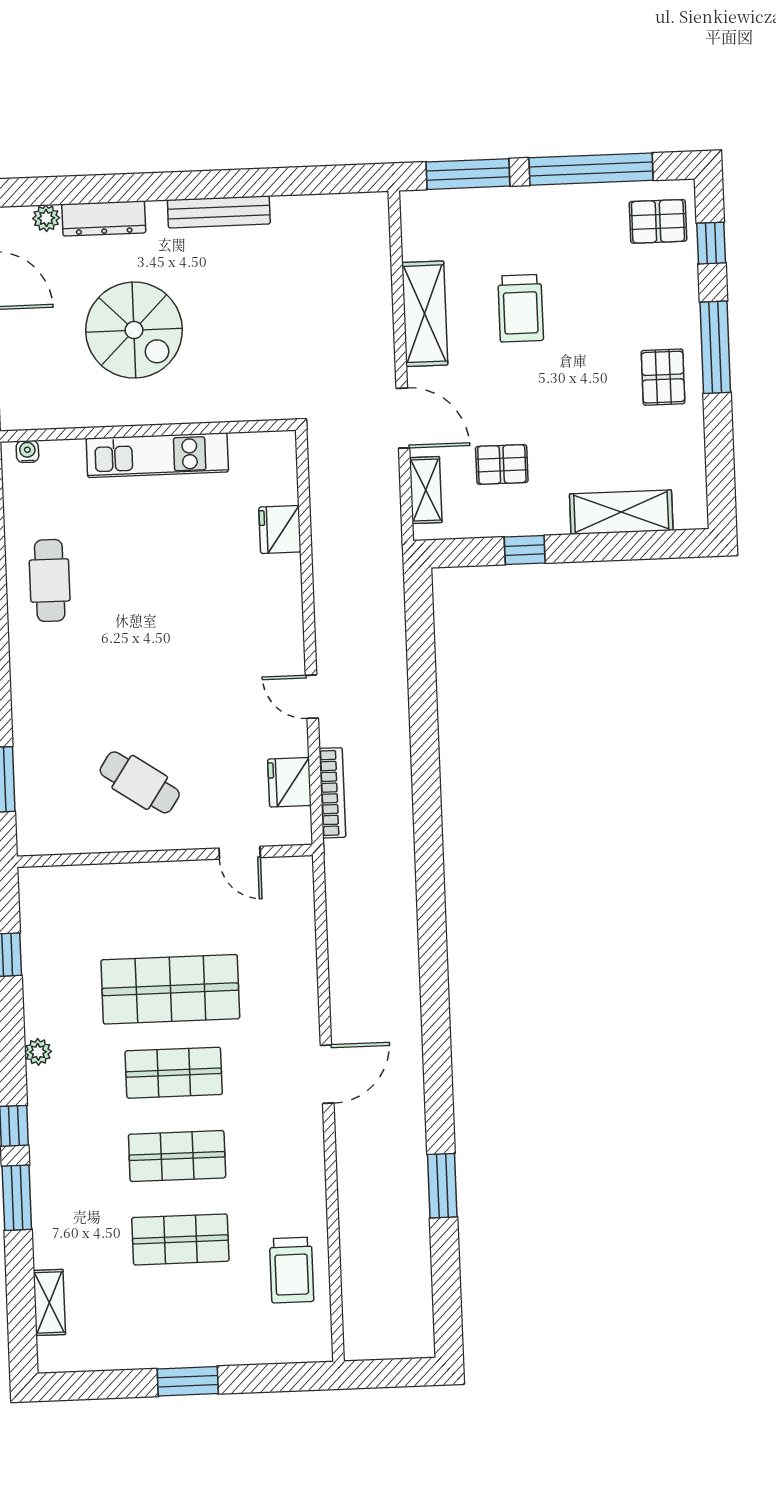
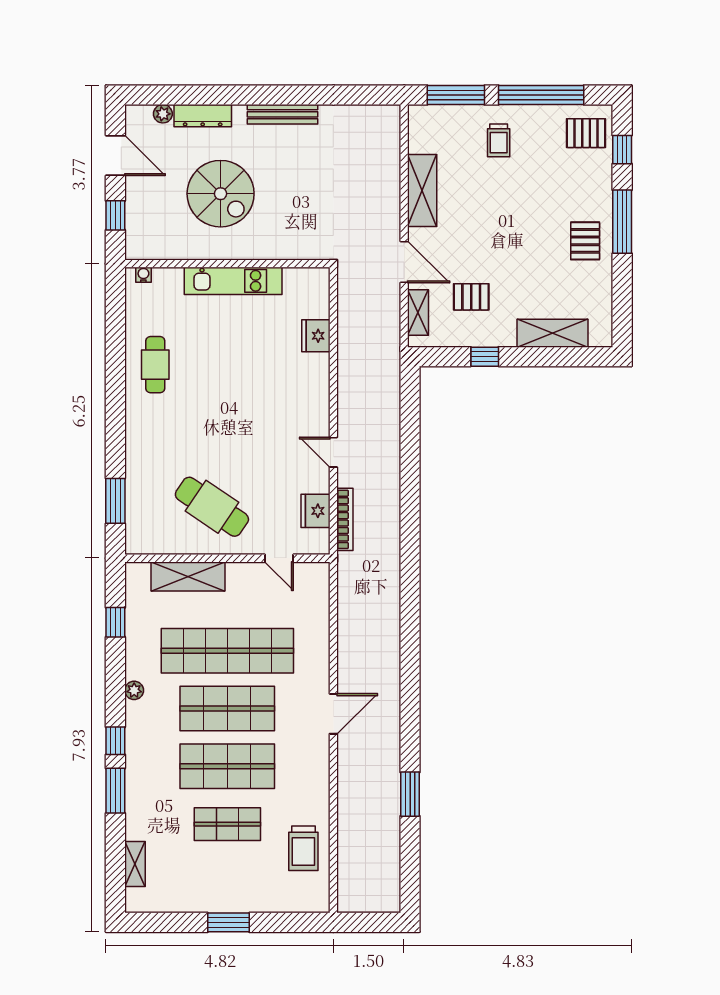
trolley: (521, 308) -> (499, 140), moved, width x0.73, depth x0.72
cafe table: (140, 782) -> (212, 507), width x1.37, depth x1.35
shelving: (109, 884) -> (188, 577), added
shop shelf: (170, 989) -> (227, 651), width x1.40
shop shelf: (174, 1073) -> (227, 708), width x1.43, depth x1.36
shop shelf: (177, 1156) -> (227, 766), width x1.43, depth x1.36

